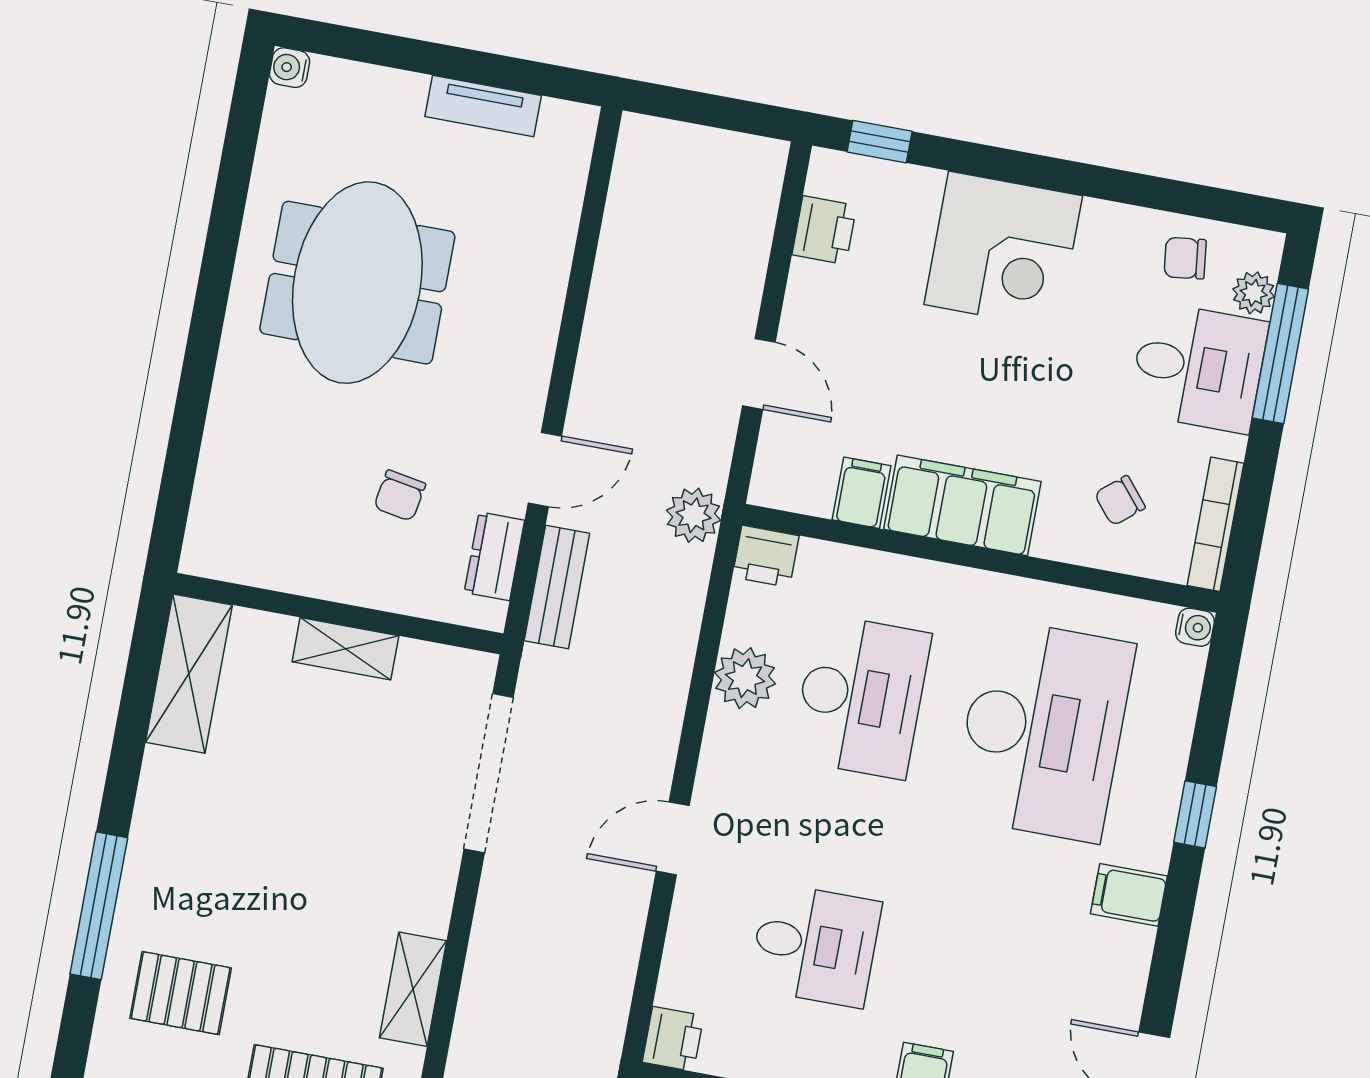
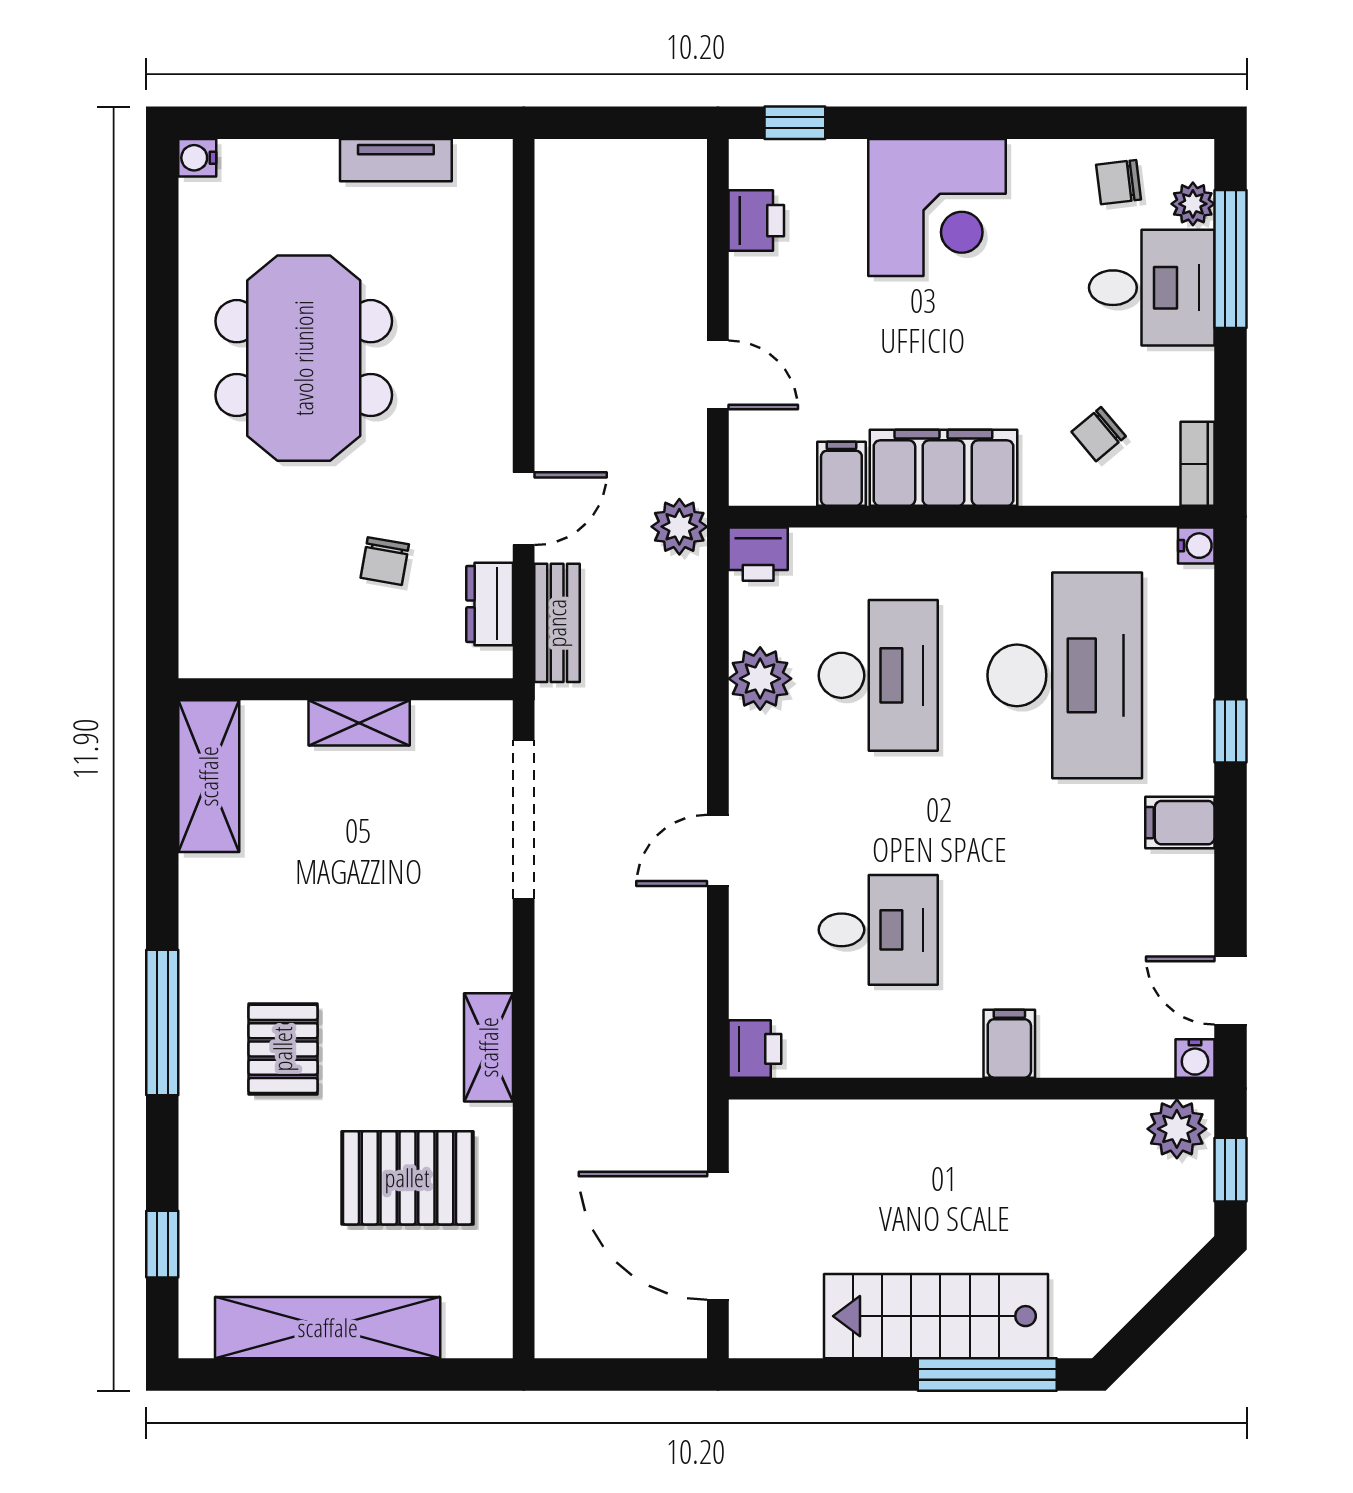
bookcase: (1215, 524) -> (1197, 464), width x0.64
pallet: (181, 993) -> (283, 1049), moved, turned 90

